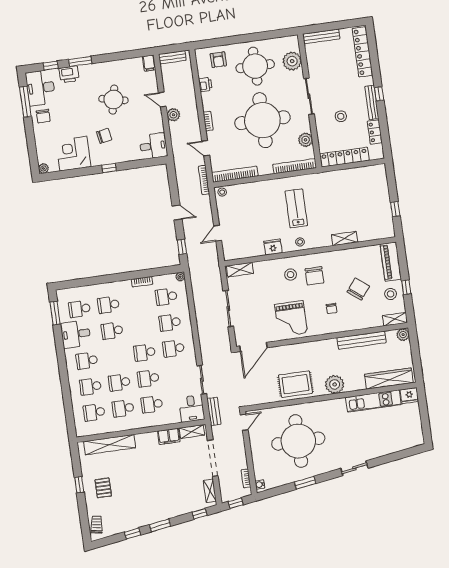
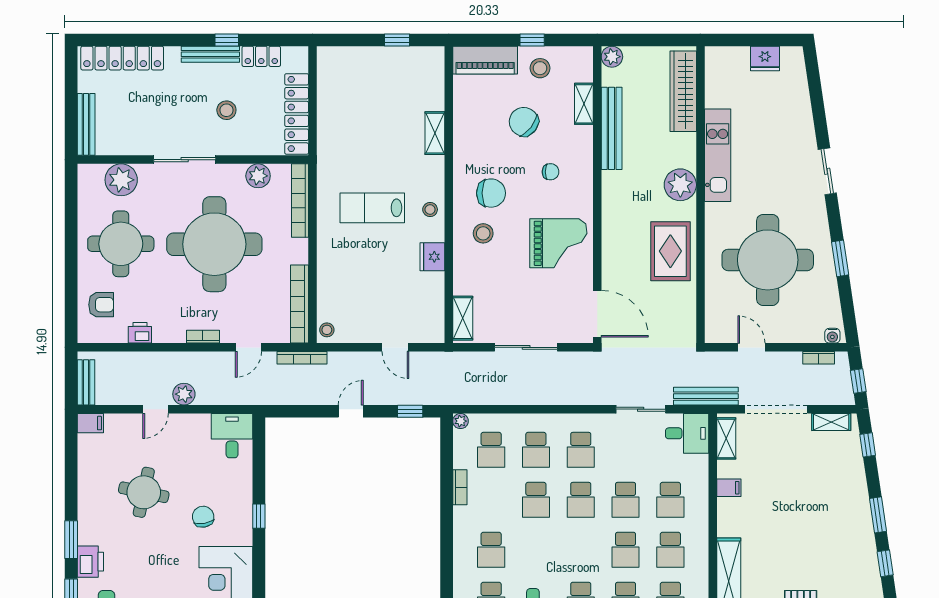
window: (379, 94) -> (227, 40), moved
shelving: (395, 319) -> (584, 104), moved
school desk: (112, 331) -> (536, 500), moved
fridge: (409, 396) -> (765, 59), moved, turned 90
kitchen unit: (373, 401) -> (718, 155), moved
bench: (214, 411) -> (706, 396), width x1.36
door: (244, 422) -> (751, 347), moved
filing cabinet: (169, 436) -> (729, 488), width x0.50

